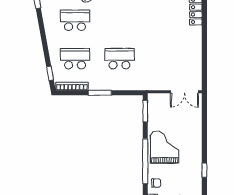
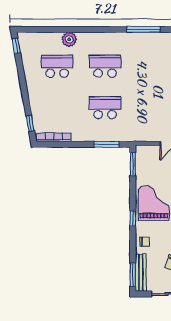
school desk: (75, 59) -> (105, 66), moved
window: (100, 93) -> (107, 144), moved
window: (145, 161) -> (133, 218), width x0.32

